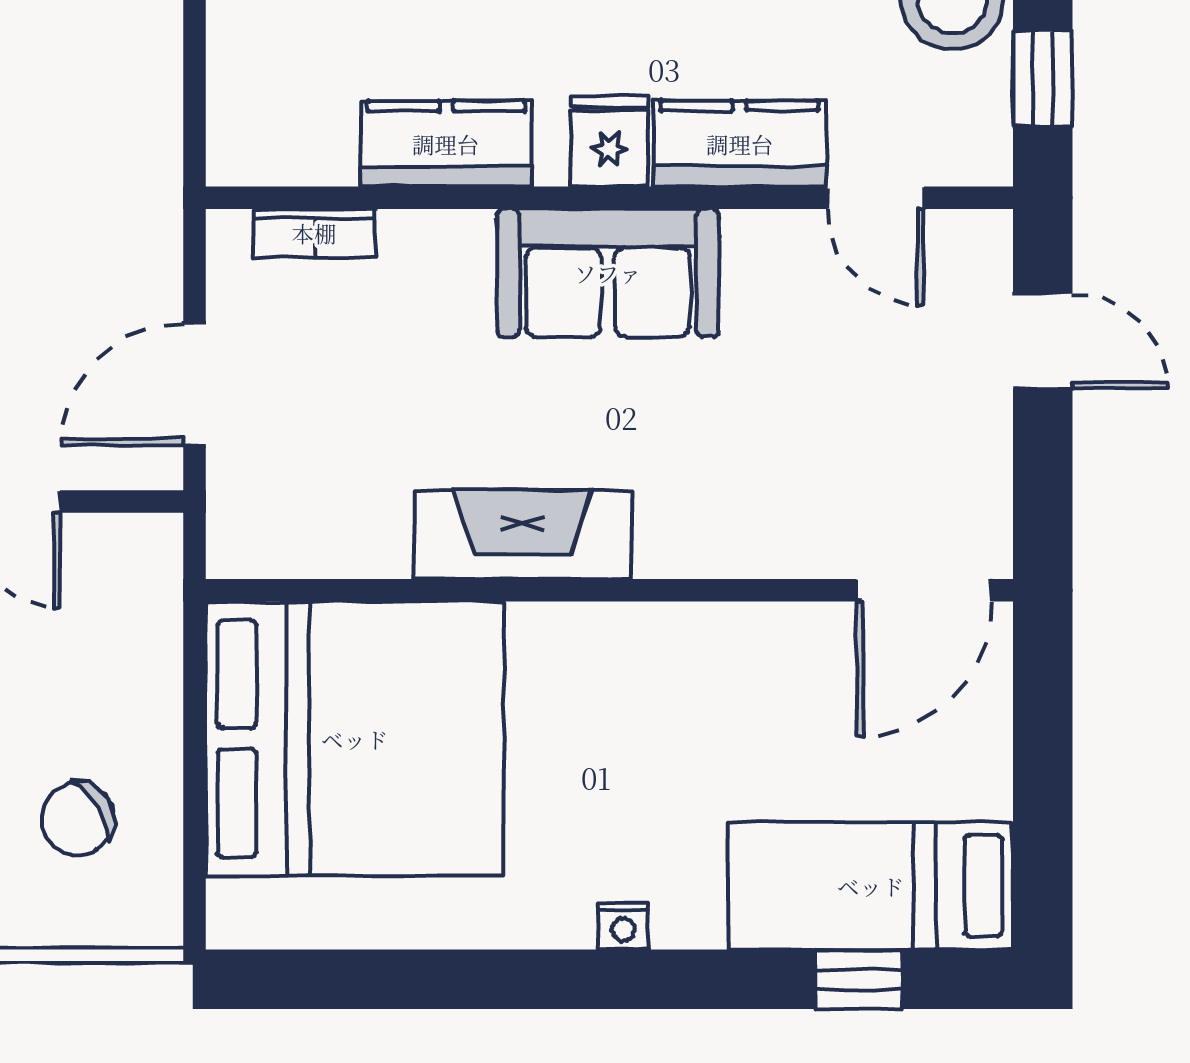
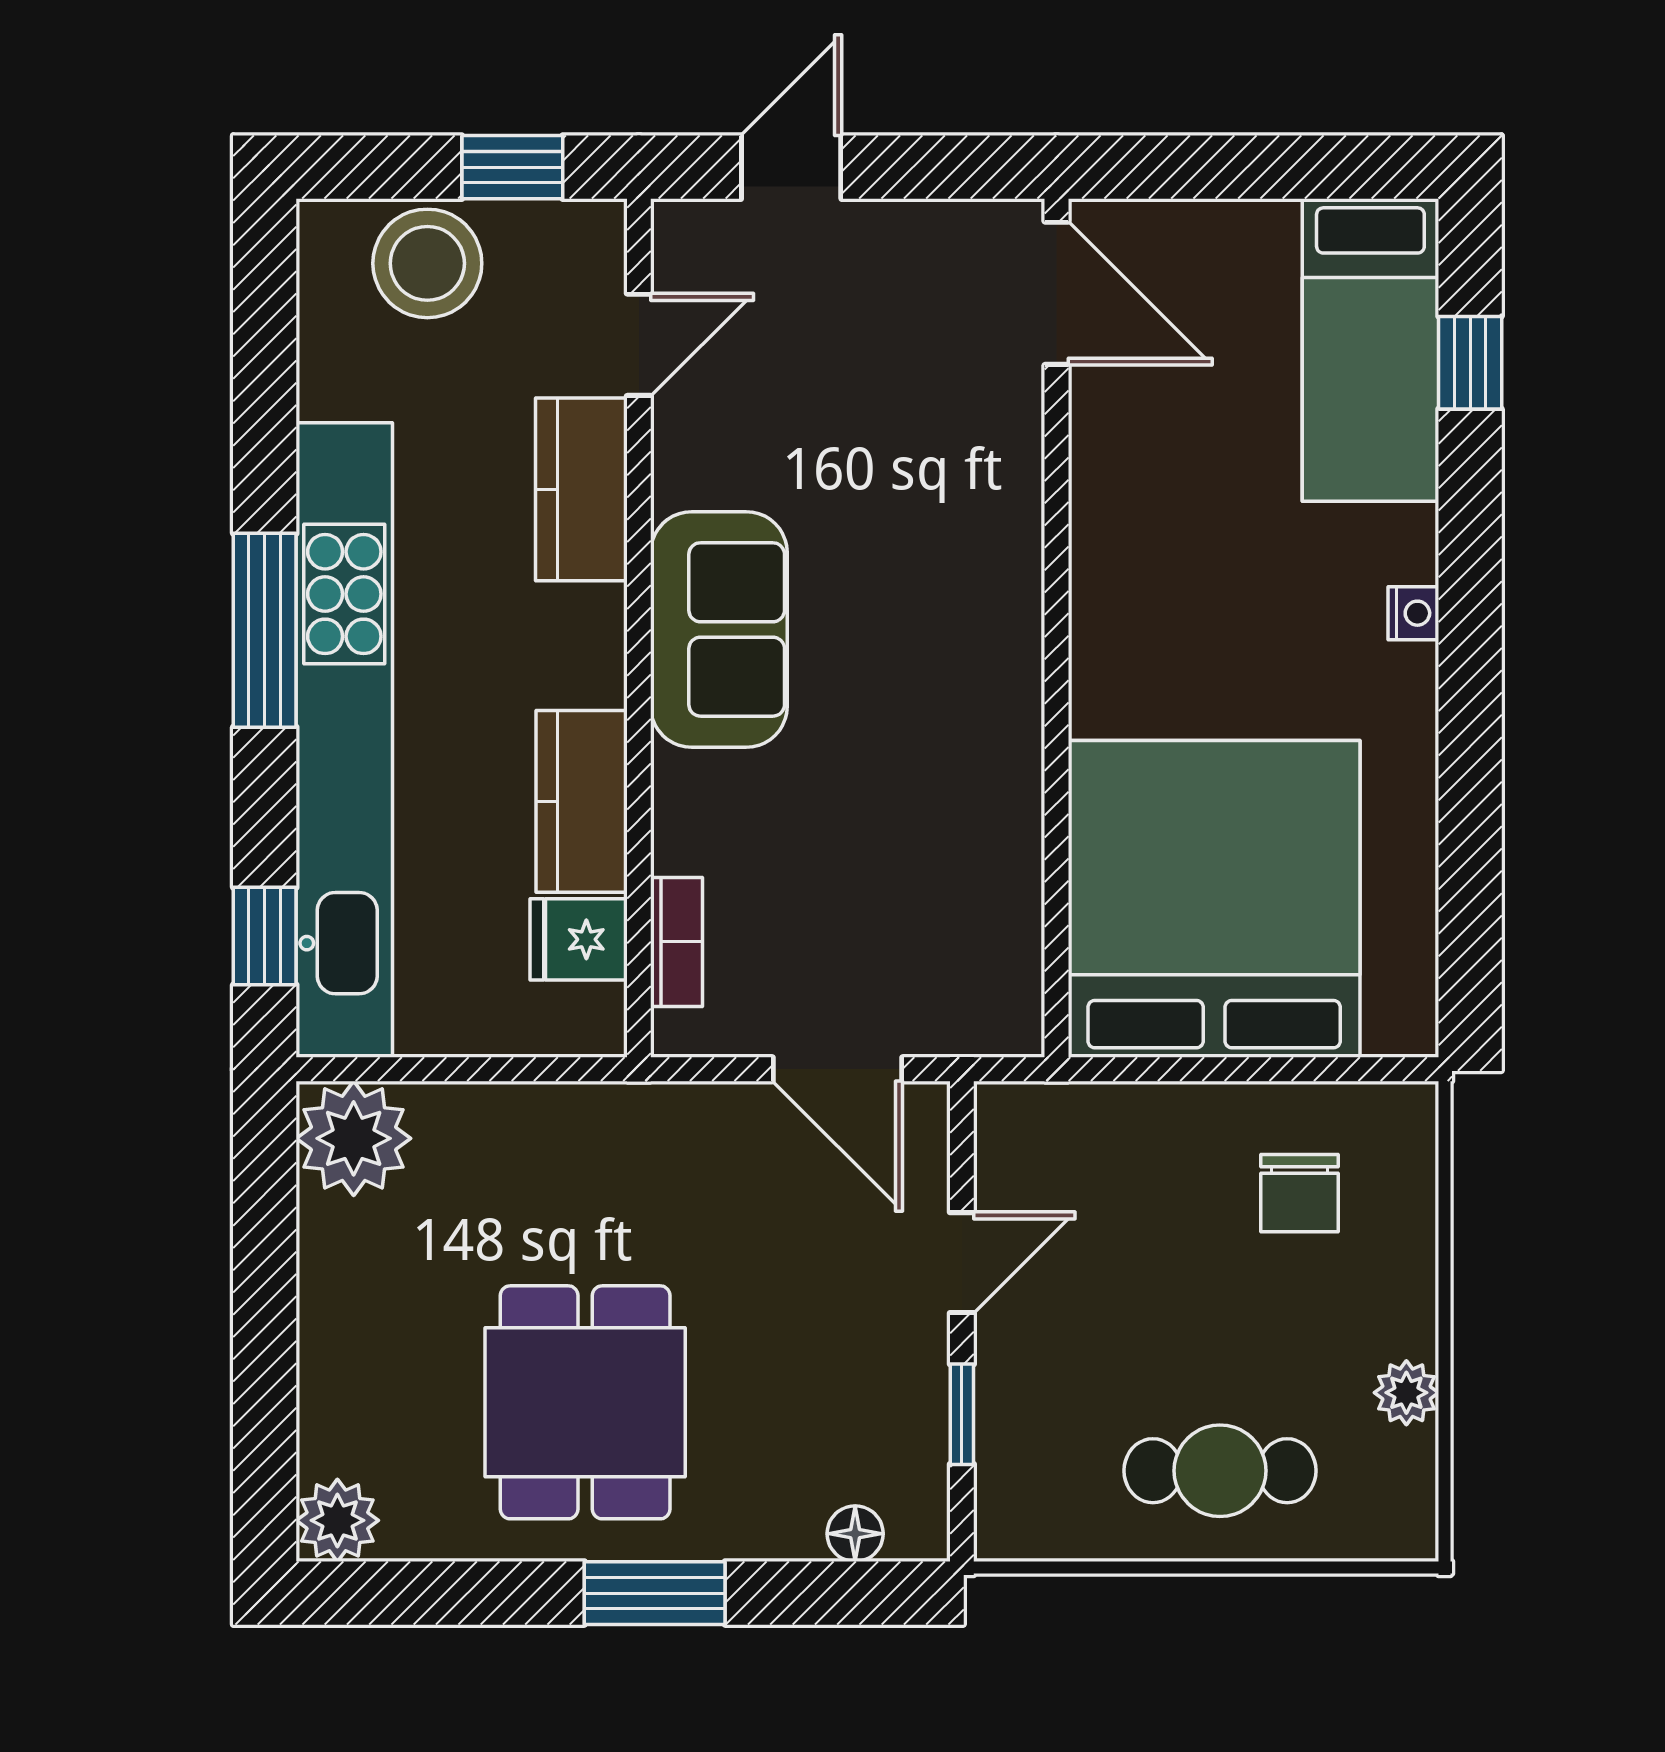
fridge: (609, 141) -> (579, 939), moved
fireplace: (523, 535) -> (997, 720), removed
chair: (78, 819) -> (1299, 1193), turned 32

